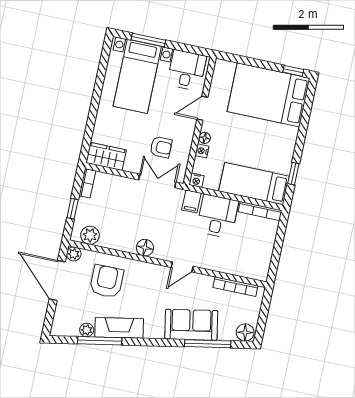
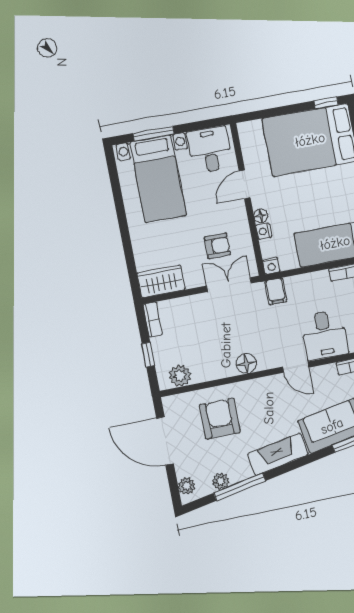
desk: (217, 216) -> (324, 335), moved, turned 180
plant: (74, 254) -> (187, 486), moved
door: (182, 267) -> (296, 367), hinge flipped
fireplace: (119, 328) -> (278, 454), moved

